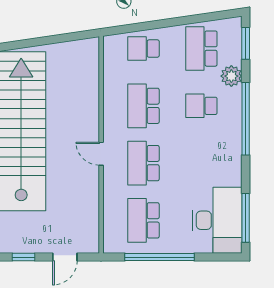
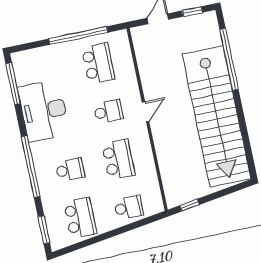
window: (73, 37) -> (190, 205), added
plant: (231, 76) -> (50, 200), removed
door: (101, 154) -> (146, 112), hinge flipped
school desk: (144, 163) -> (108, 111), width x0.54
desk: (217, 220) -> (44, 111), moved

